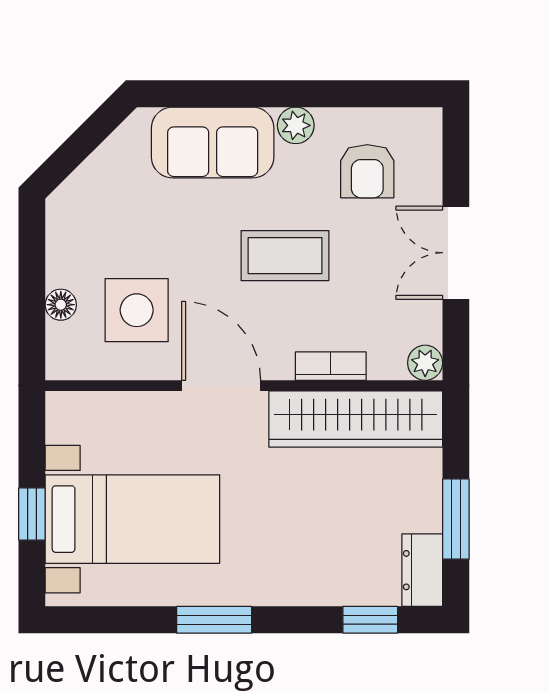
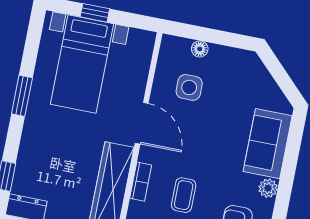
coffee table: (285, 256) -> (184, 195), moved, width x0.73, depth x0.77
side table: (137, 310) -> (189, 87), width x0.73, depth x0.73
door: (221, 386) -> (142, 123), hinge flipped

